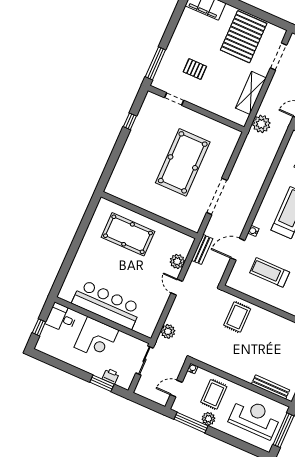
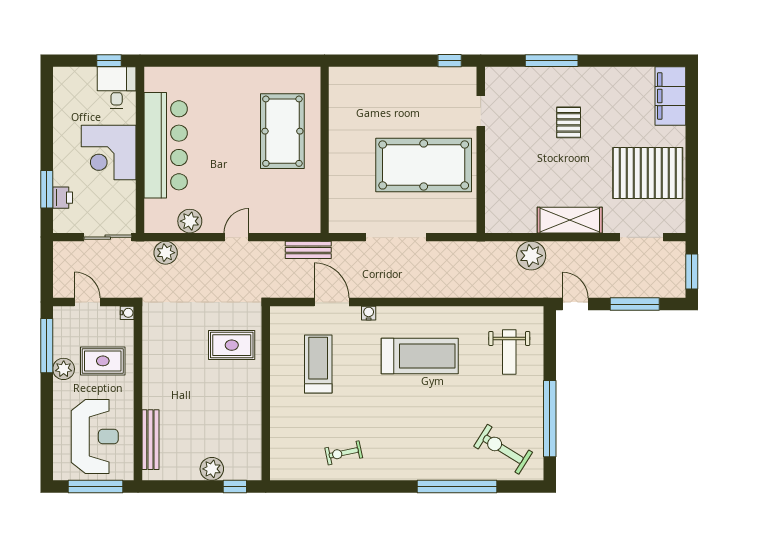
doorway: (174, 99) -> (481, 111), moved
wall: (196, 109) -> (481, 150), moved
plant: (177, 261) -> (190, 221), moved
window: (39, 327) -> (109, 61), moved

